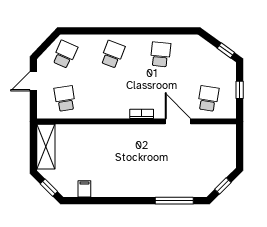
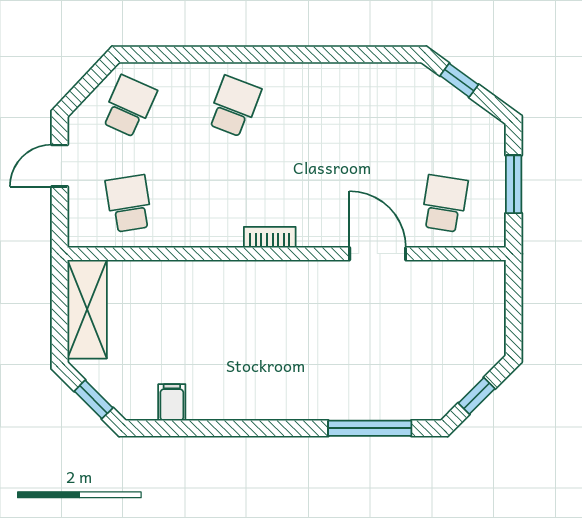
window: (226, 50) -> (459, 80), moved
school desk: (160, 54) -> (339, 106), removed
window: (240, 90) -> (514, 184), width x1.50
bookcase: (142, 114) -> (270, 237), moved

